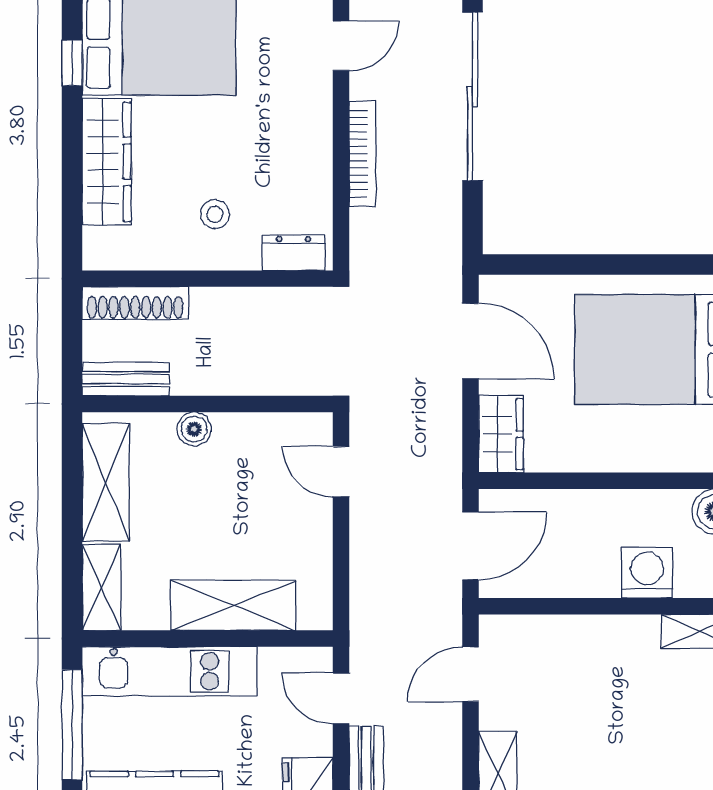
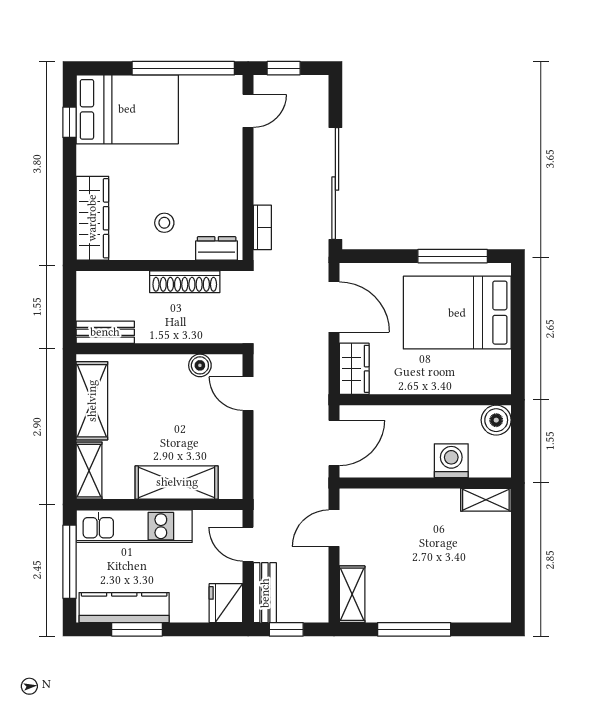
sliding door: (472, 96) -> (335, 183), moved
bookcase: (363, 154) -> (262, 227), moved, width x0.64
wardrobe: (107, 162) -> (92, 218), moved
window: (649, 264) -> (453, 256), added
shoe rack: (135, 303) -> (185, 282), moved
boiler: (194, 429) -> (200, 365), moved

